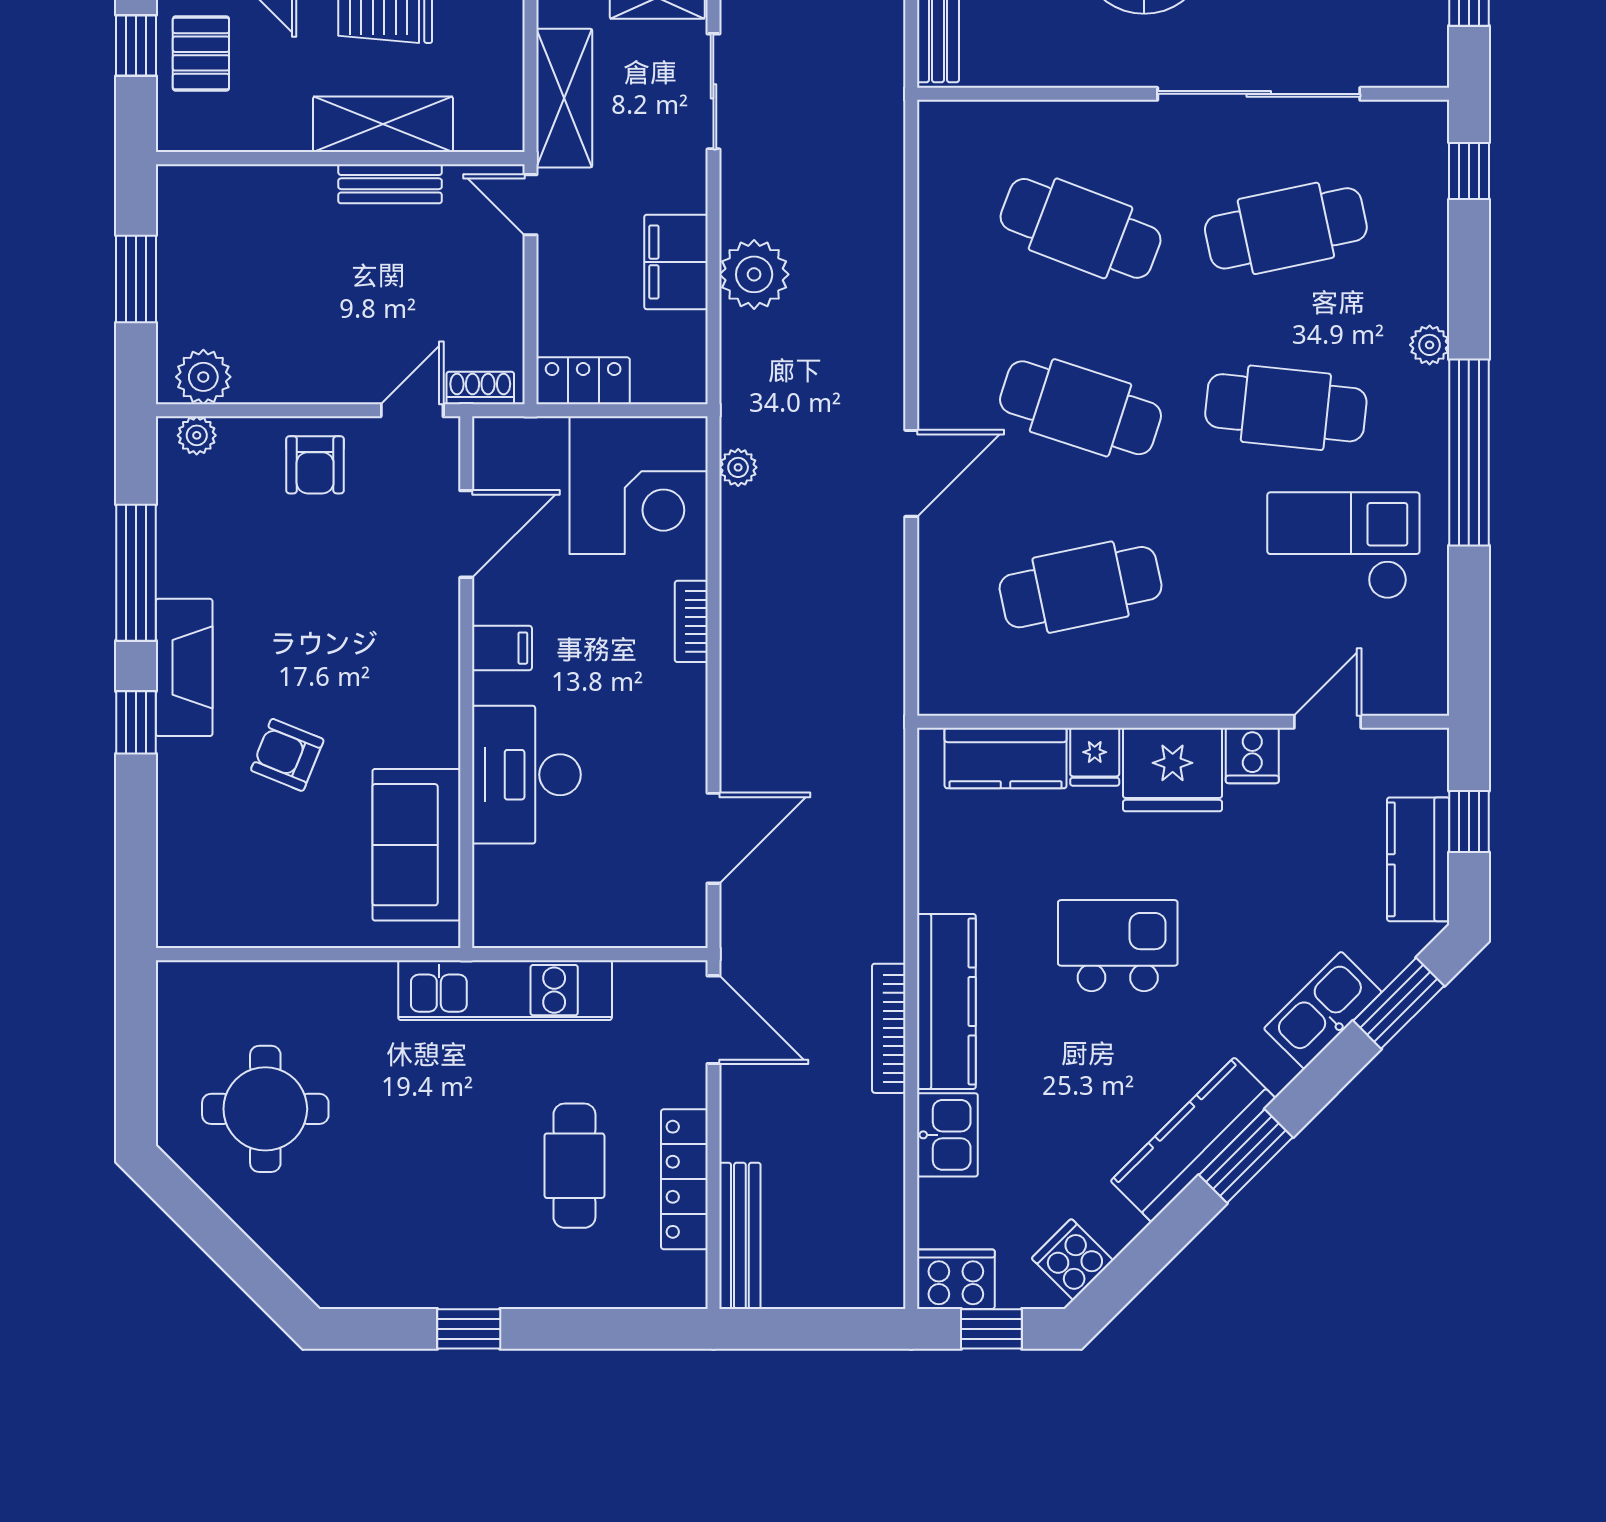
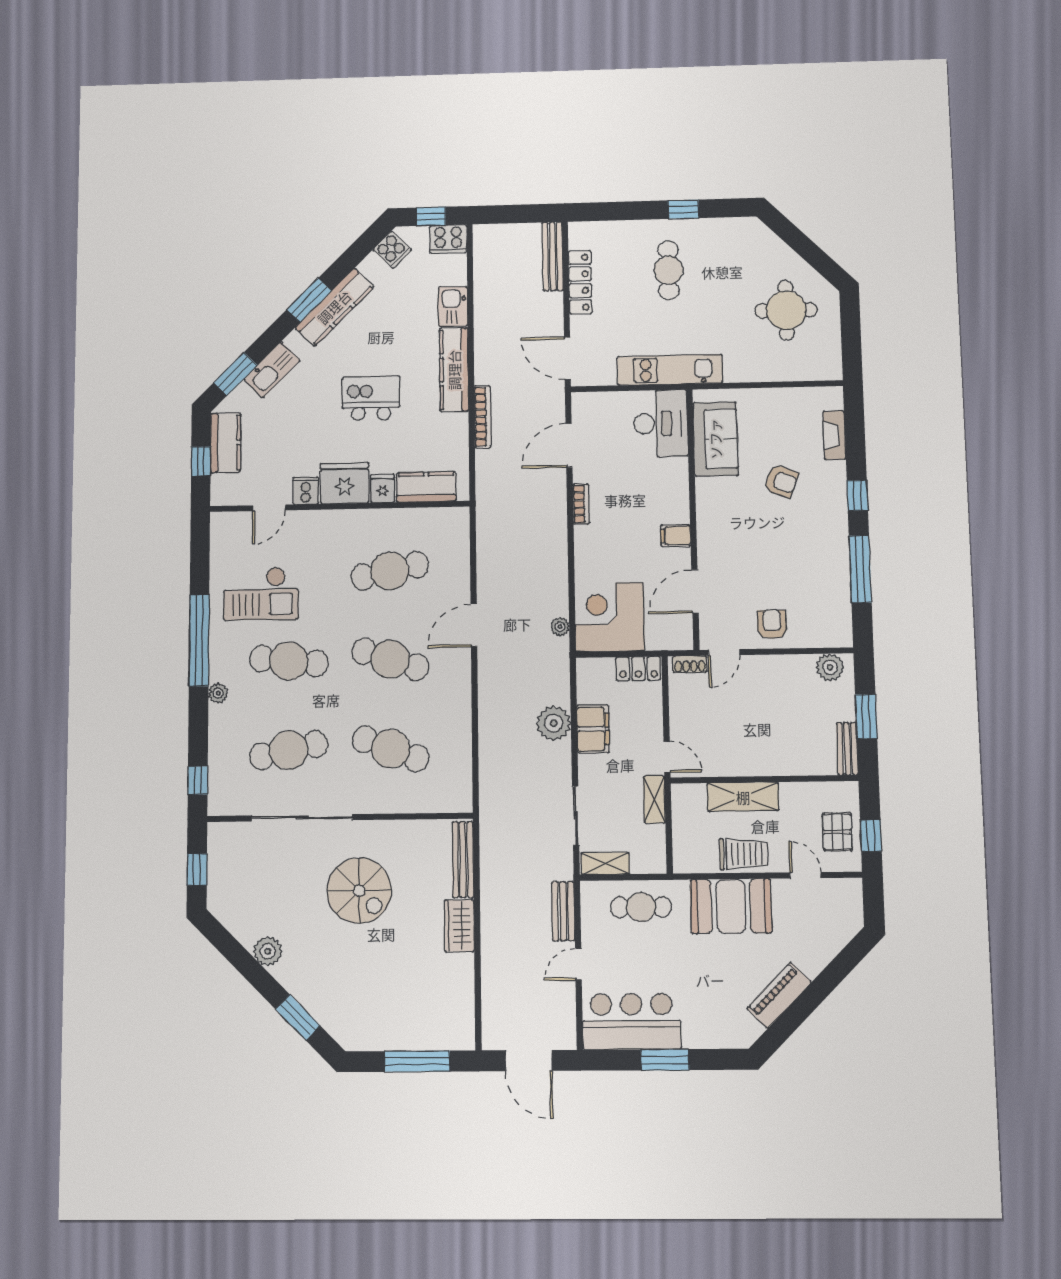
shelving: (564, 98) -> (654, 799), width x0.67, depth x0.75
bench: (390, 184) -> (847, 749), moved, turned 90
plant: (197, 435) -> (832, 638), removed
bookcase: (691, 621) -> (581, 504), moved
fireplace: (184, 667) -> (834, 435), moved, width x0.73, depth x0.76
desk: (526, 775) -> (661, 423), moved
kitchen island: (1118, 946) -> (371, 398), turned 180
bookcase: (889, 1028) -> (483, 417), moved
cafe table: (574, 1166) -> (668, 270), moved

